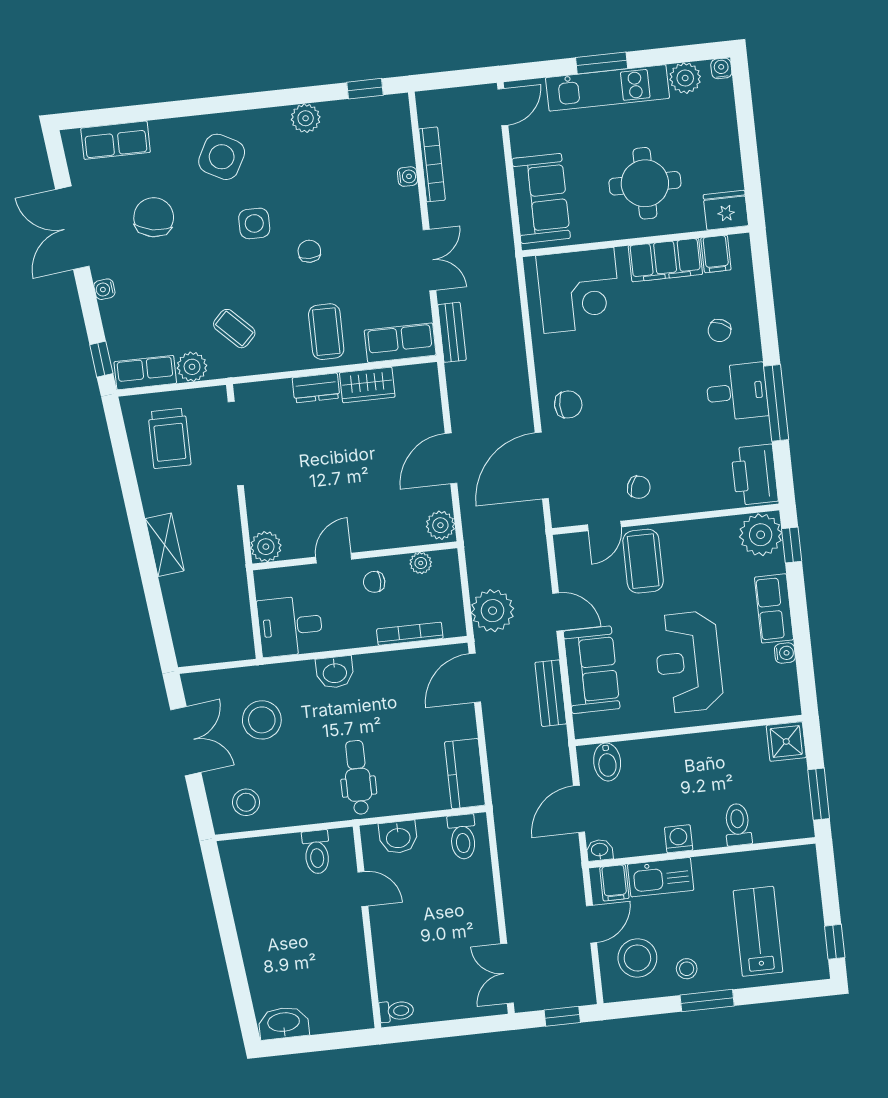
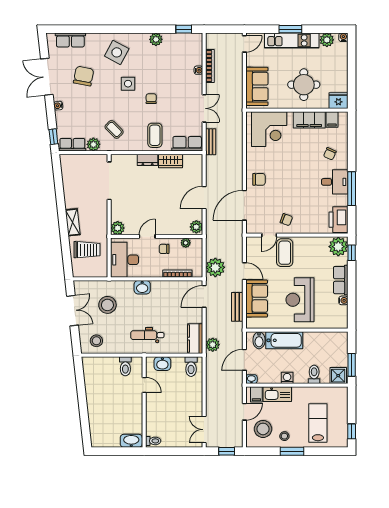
trolley: (169, 438) -> (87, 250), moved, turned -90
desk: (290, 626) -> (125, 260), width x1.37
shower: (786, 741) -> (338, 376), moved
bathtub: (663, 756) -> (284, 340), added
dental chair: (358, 777) -> (147, 335), turned -90
plant: (505, 783) -> (213, 345), added
washbasin: (284, 1023) -> (131, 441), moved

